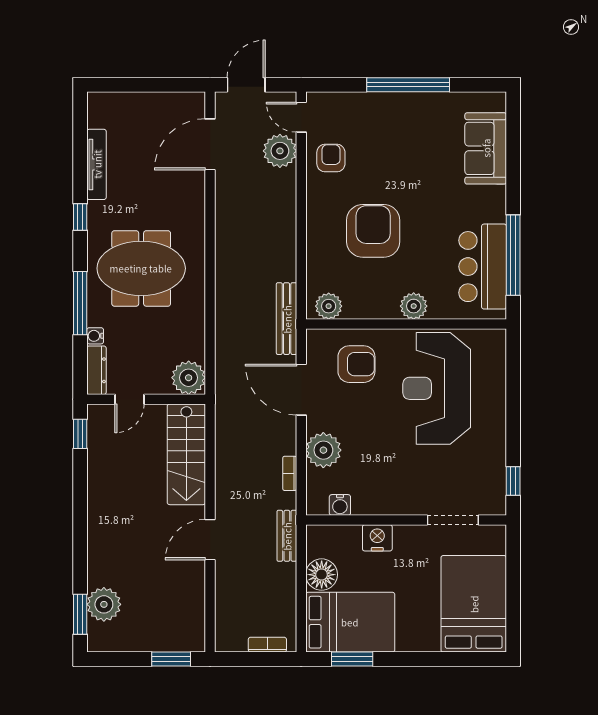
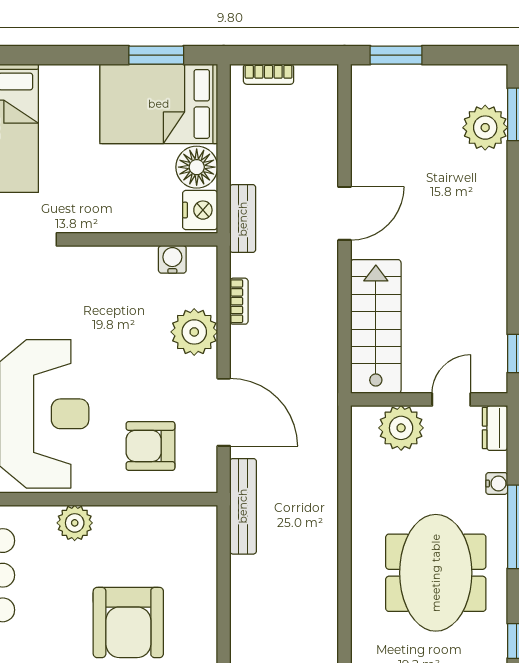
meeting table: (141, 268) -> (436, 573), turned 90
plant: (329, 306) -> (187, 523), removed
dresser: (97, 370) -> (495, 428), width x0.70
plant: (189, 378) -> (401, 428), moved
nightstand: (377, 538) -> (200, 210), moved, turned -90

